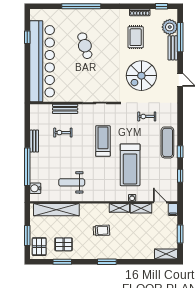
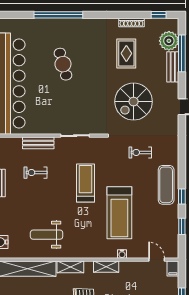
shelving: (141, 208) -> (70, 267), moved

